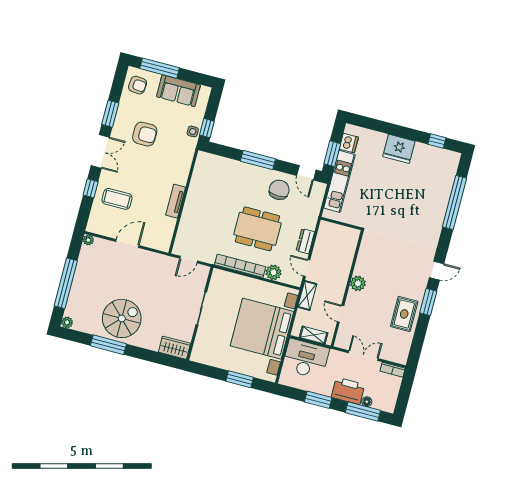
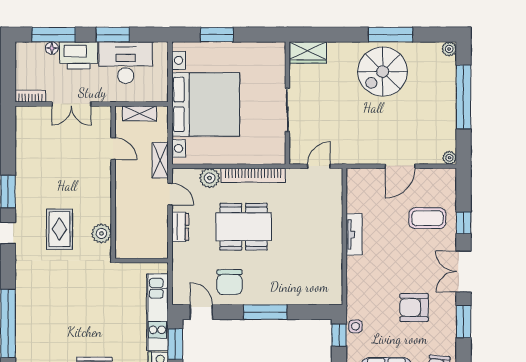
plant: (358, 283) -> (101, 233), moved
rug: (404, 314) -> (59, 229), moved
desk: (306, 359) -> (126, 63), moved, turned 180

